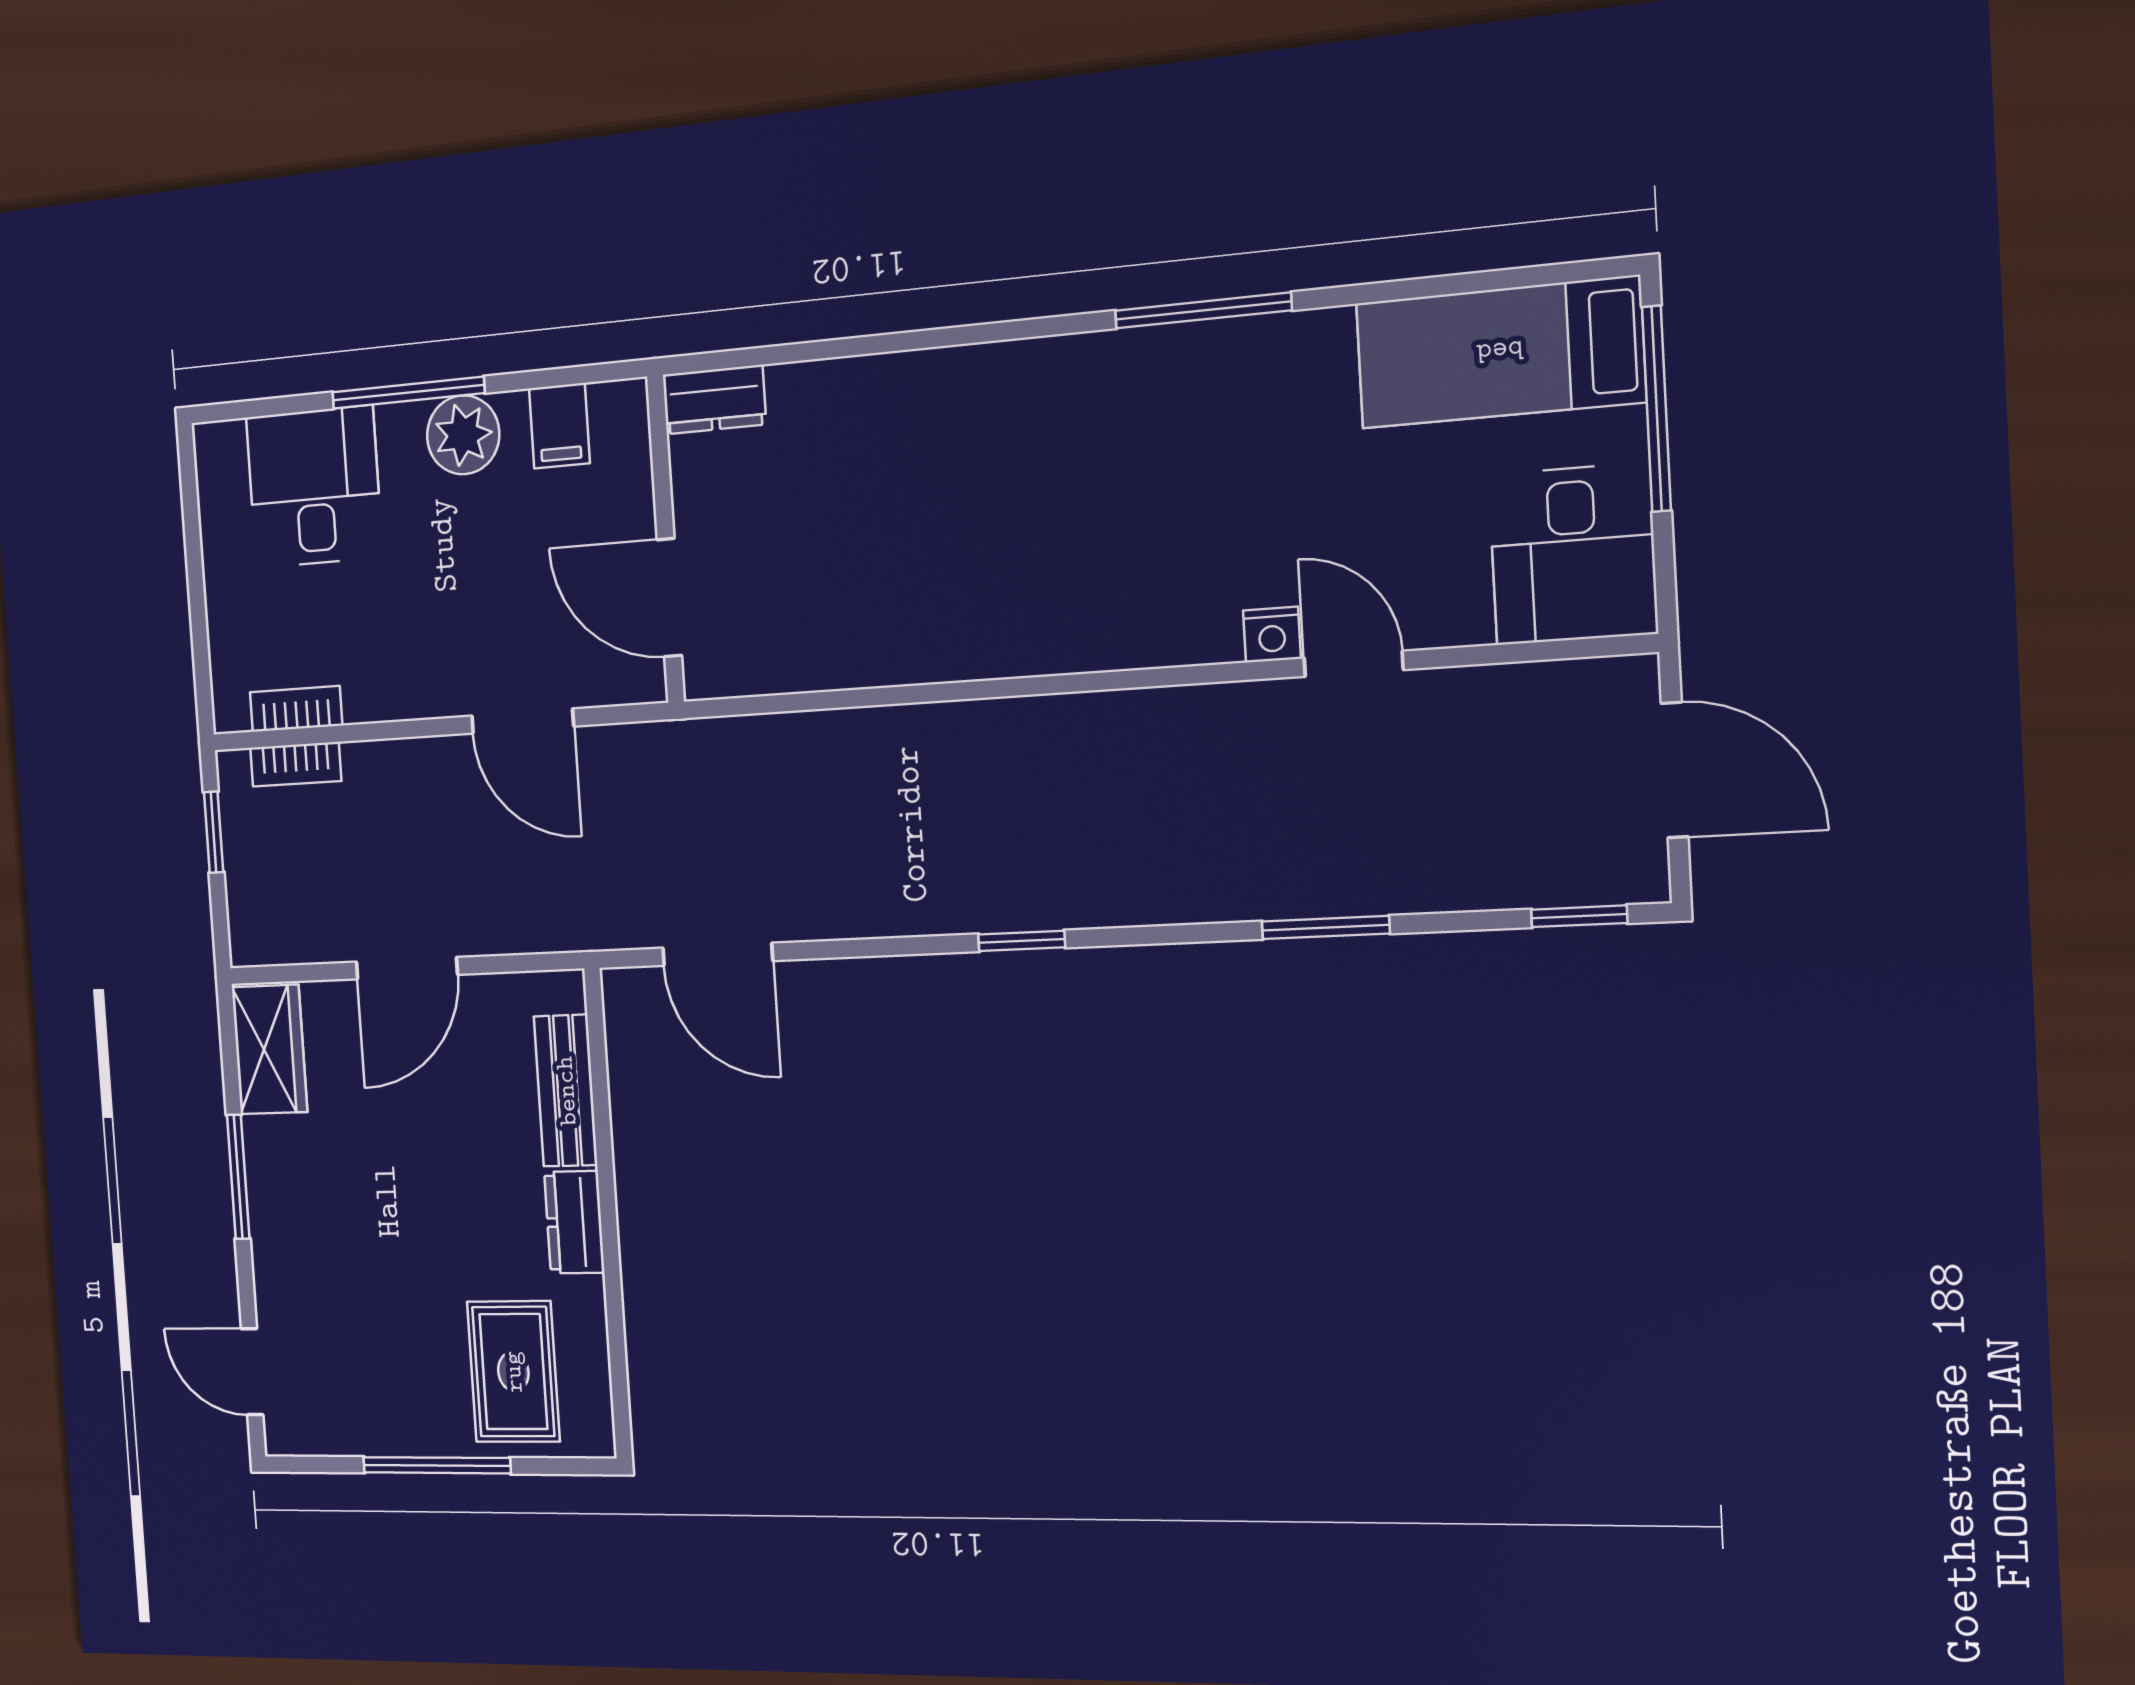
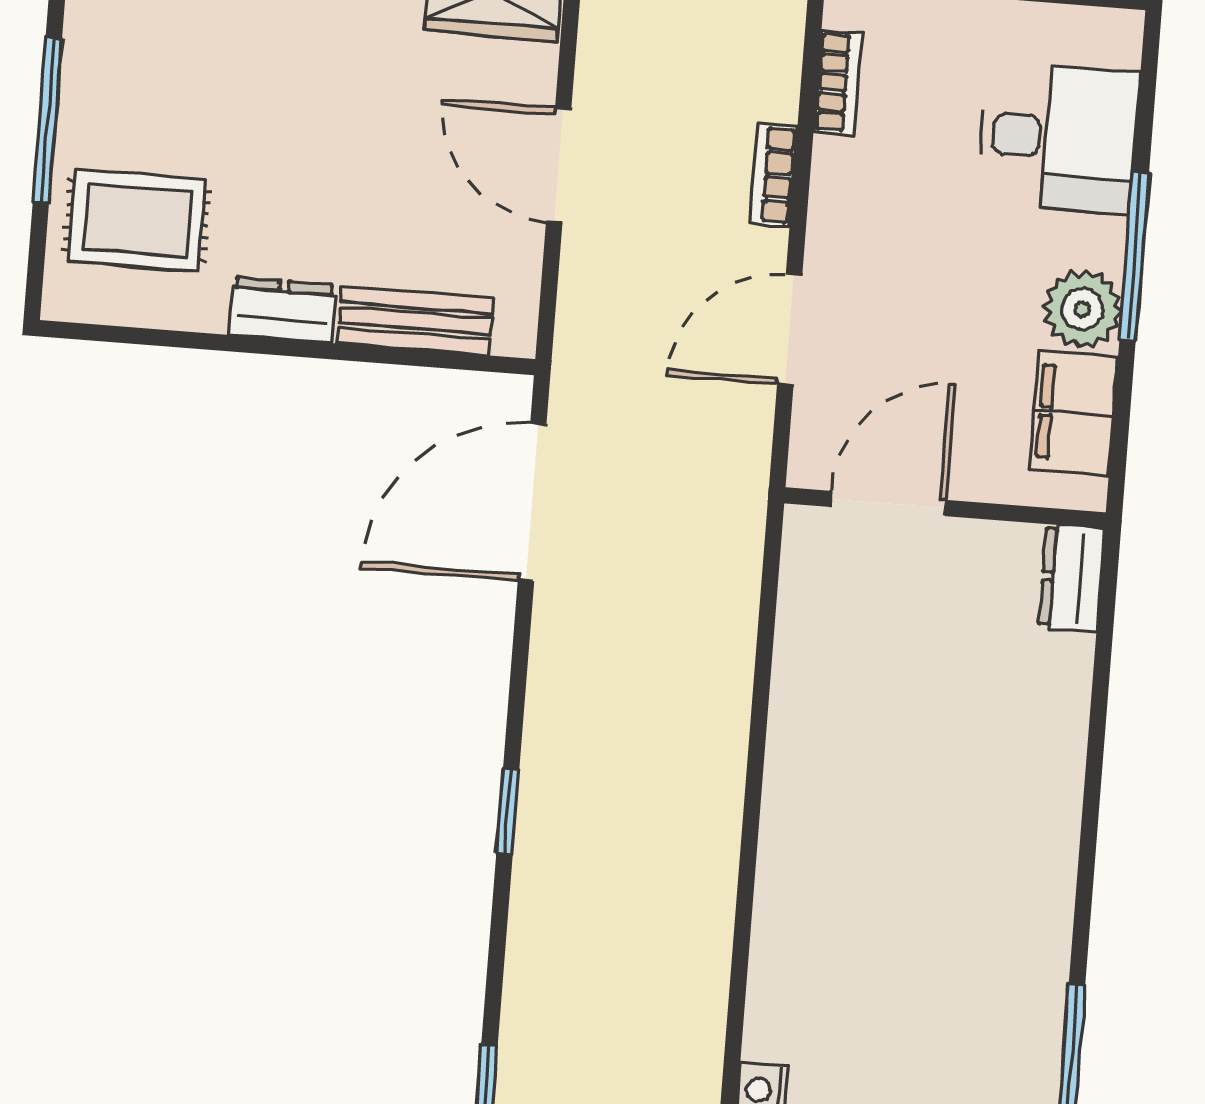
filing cabinet: (559, 426) -> (1074, 413), width x2.00
bookcase: (296, 764) -> (774, 175), moved
door: (718, 954) -> (532, 502), width x1.36

